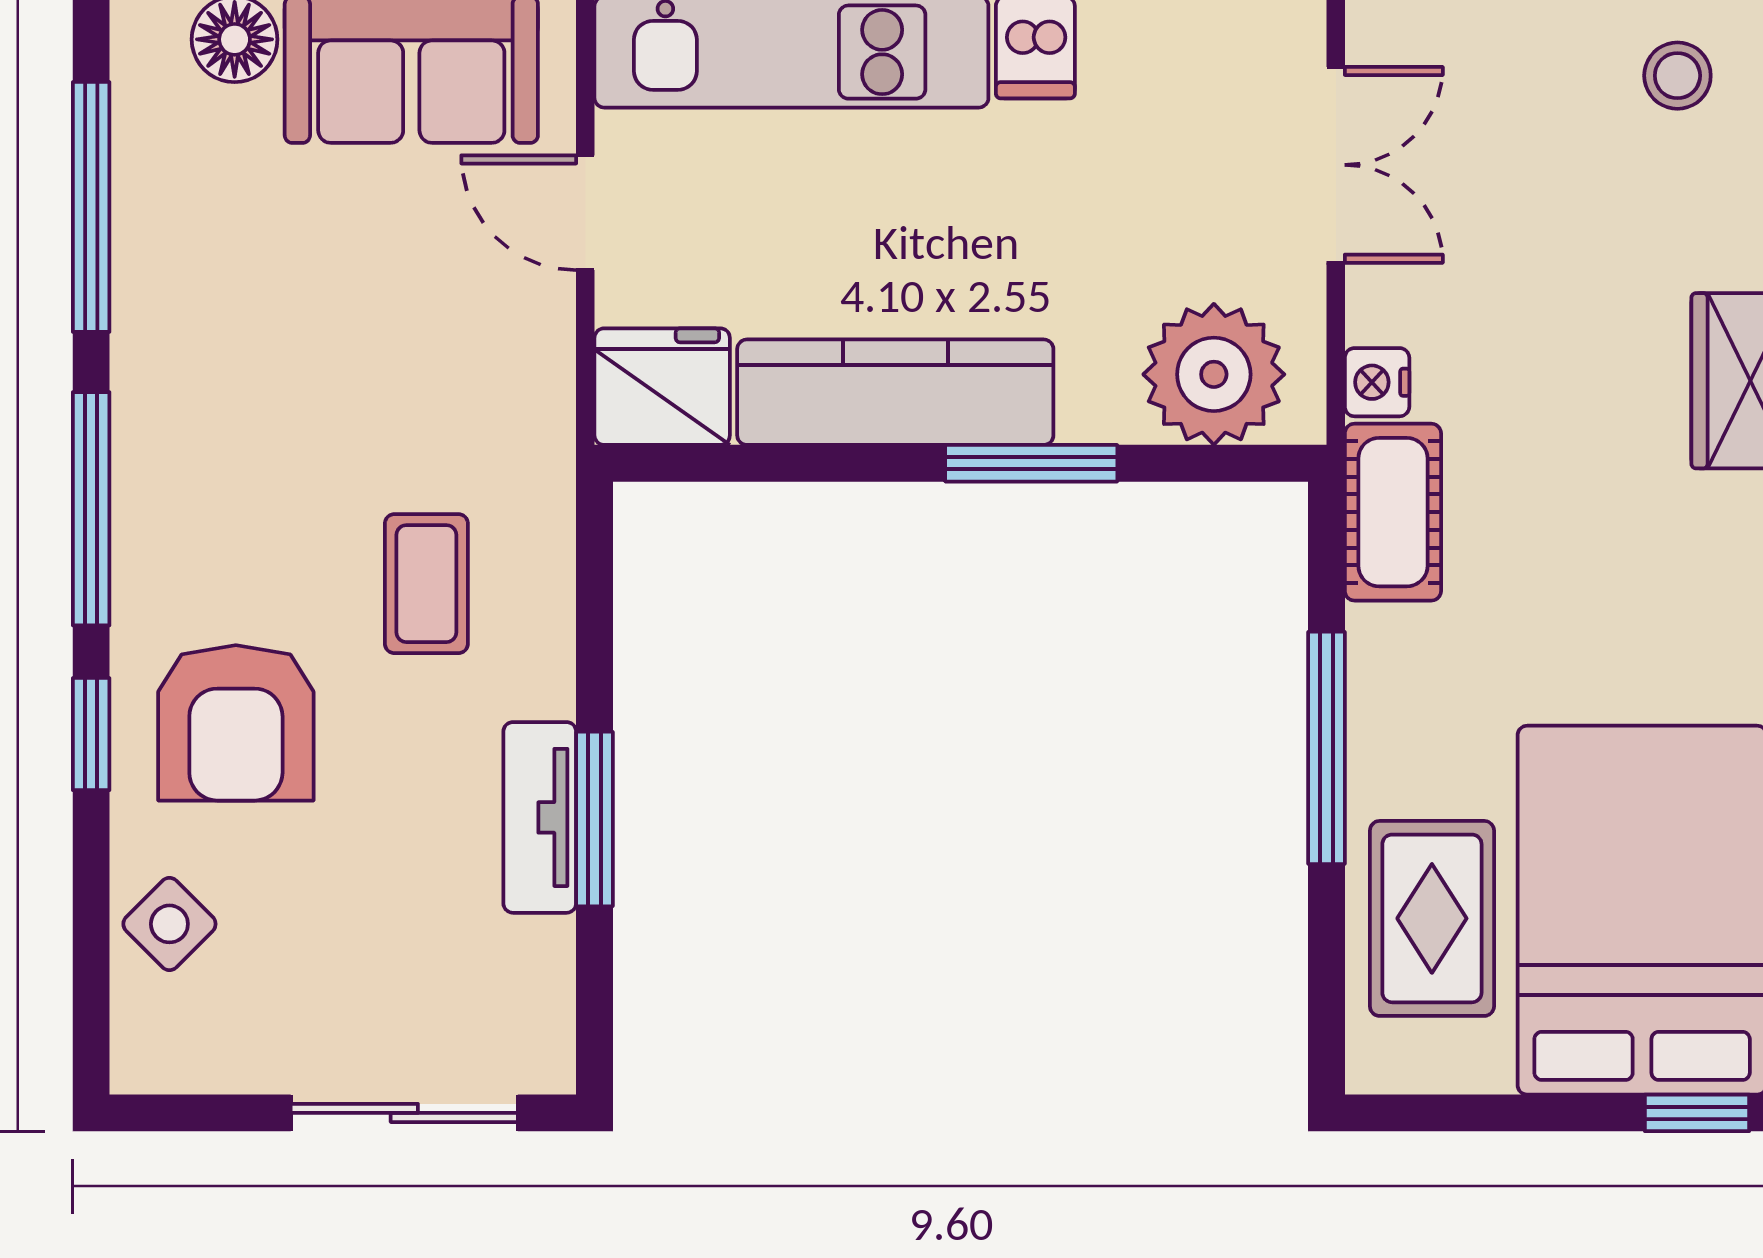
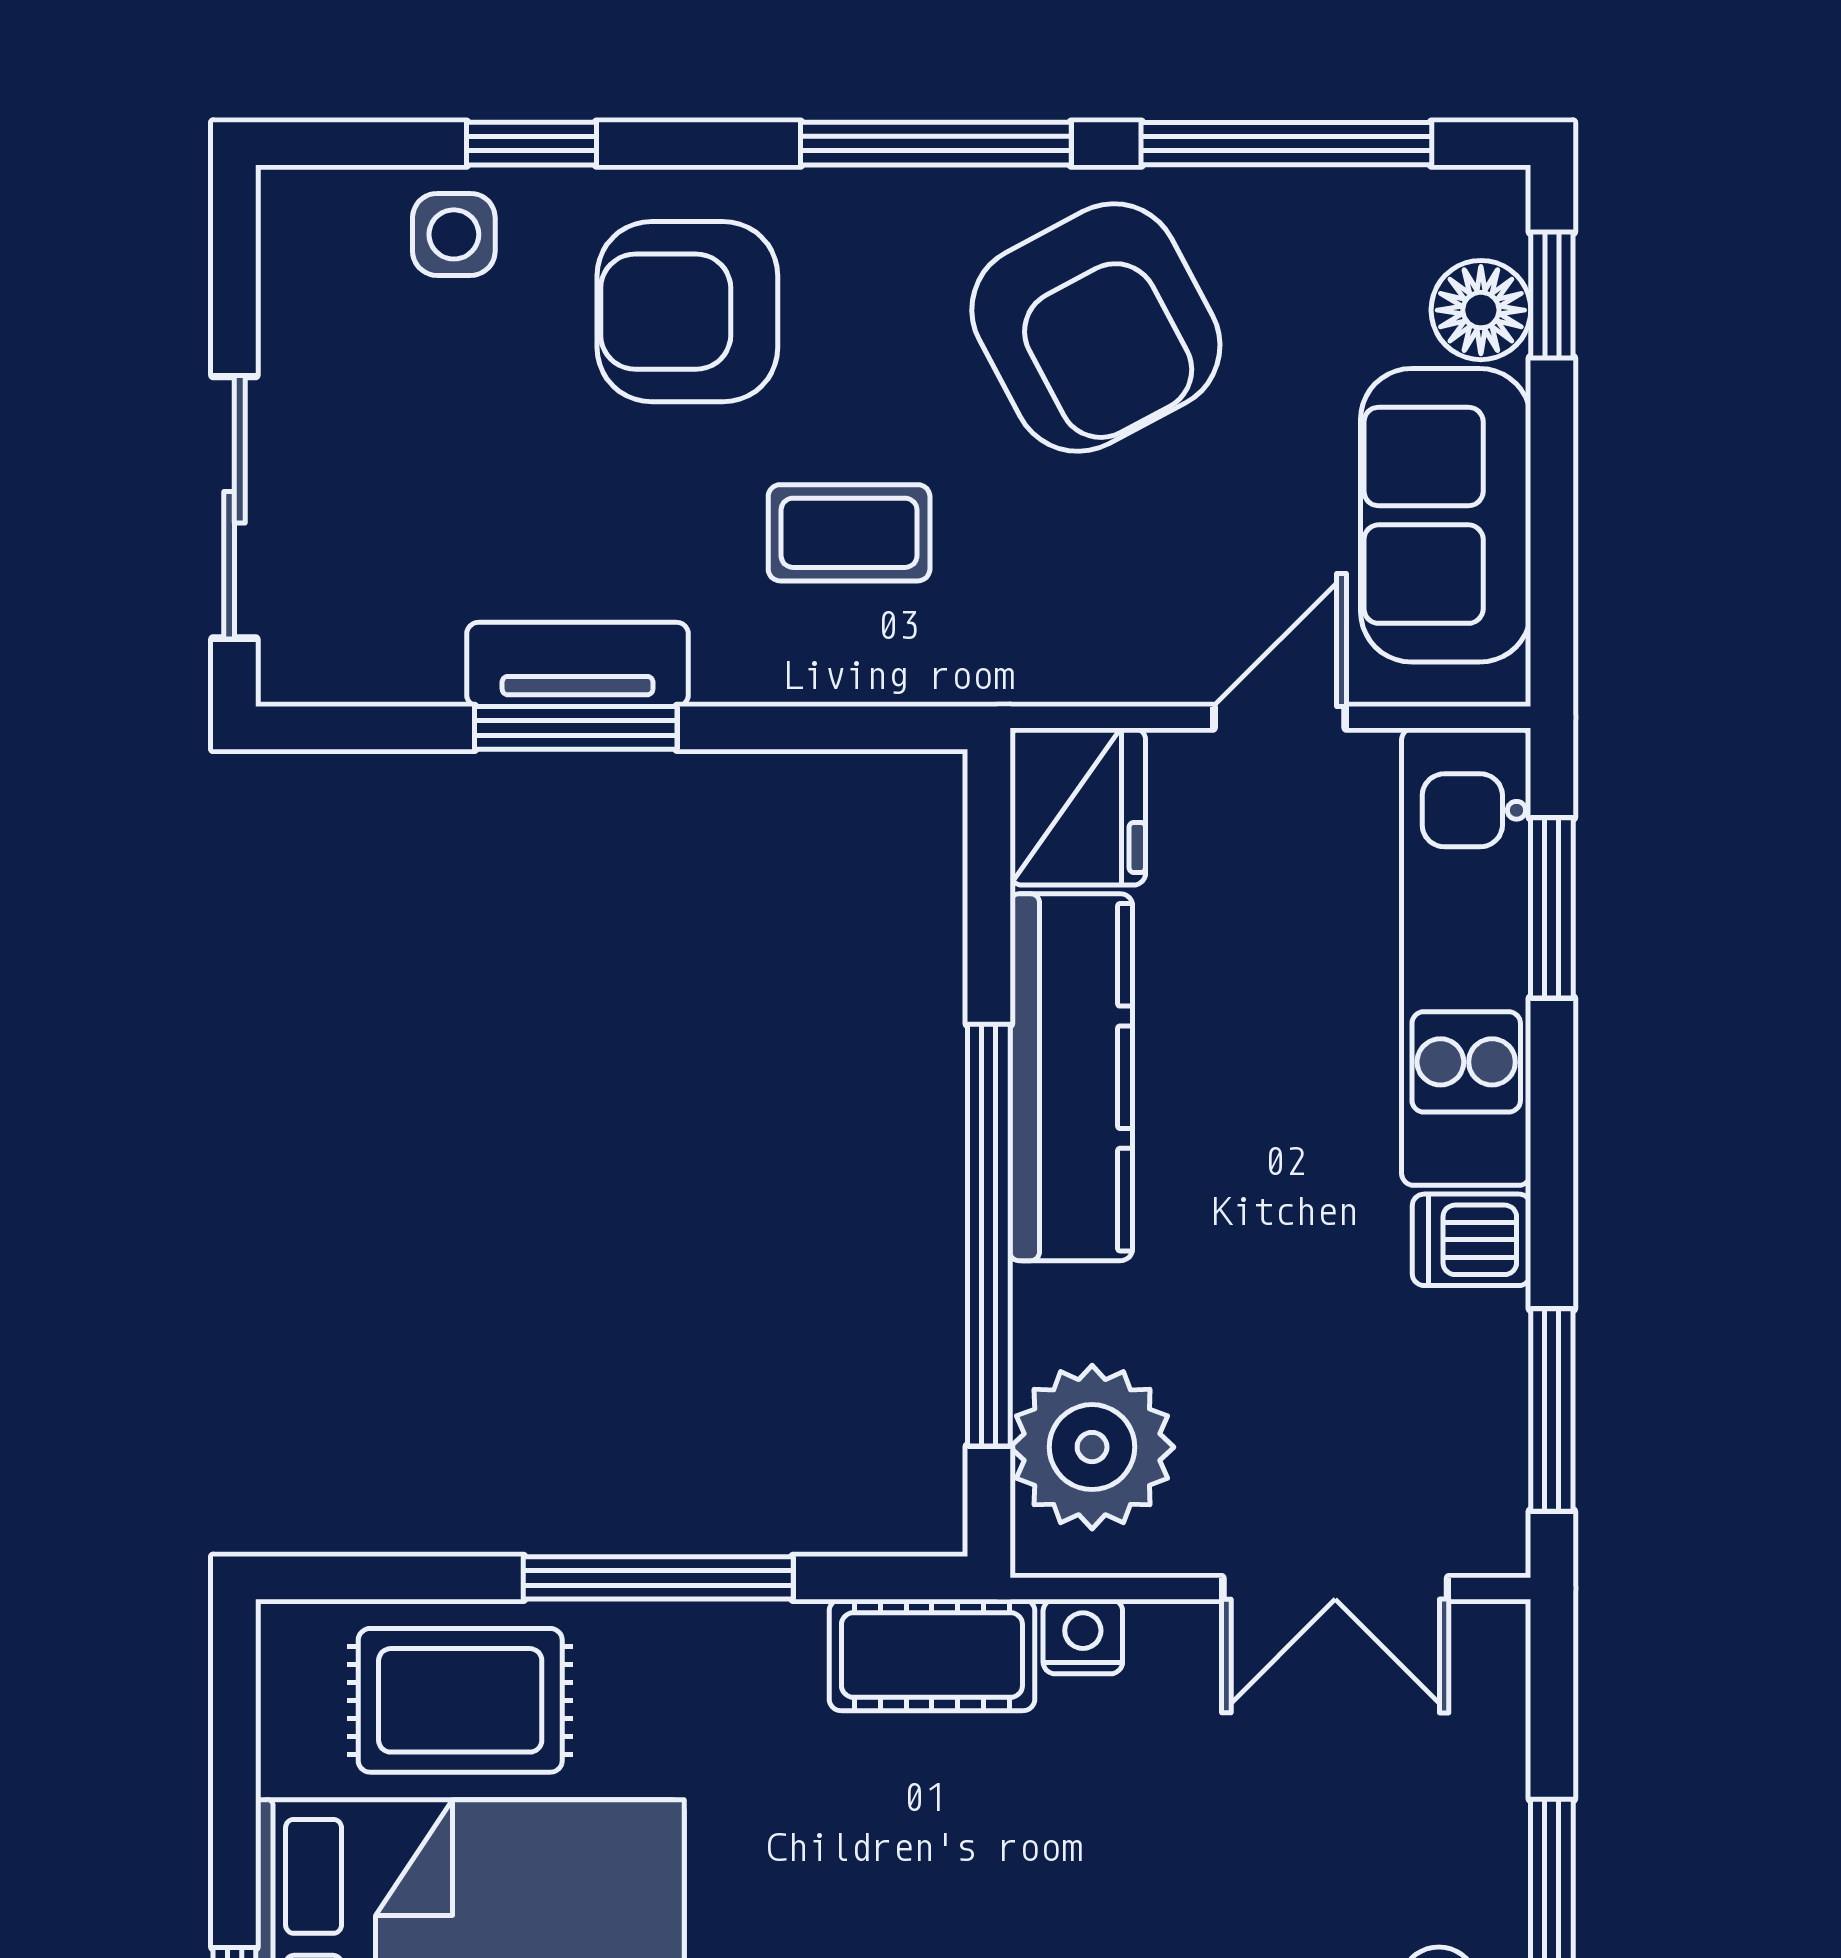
armchair: (250, 371) -> (1096, 328), added
window: (1031, 463) -> (989, 1235), width x2.11
window: (91, 734) -> (531, 144), moved
side table: (169, 924) -> (454, 234), turned 45

